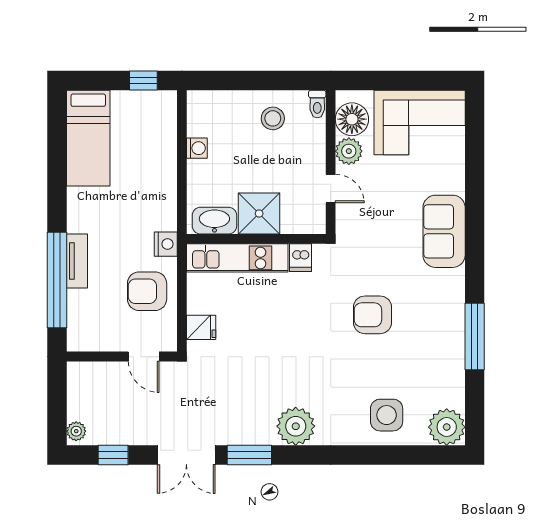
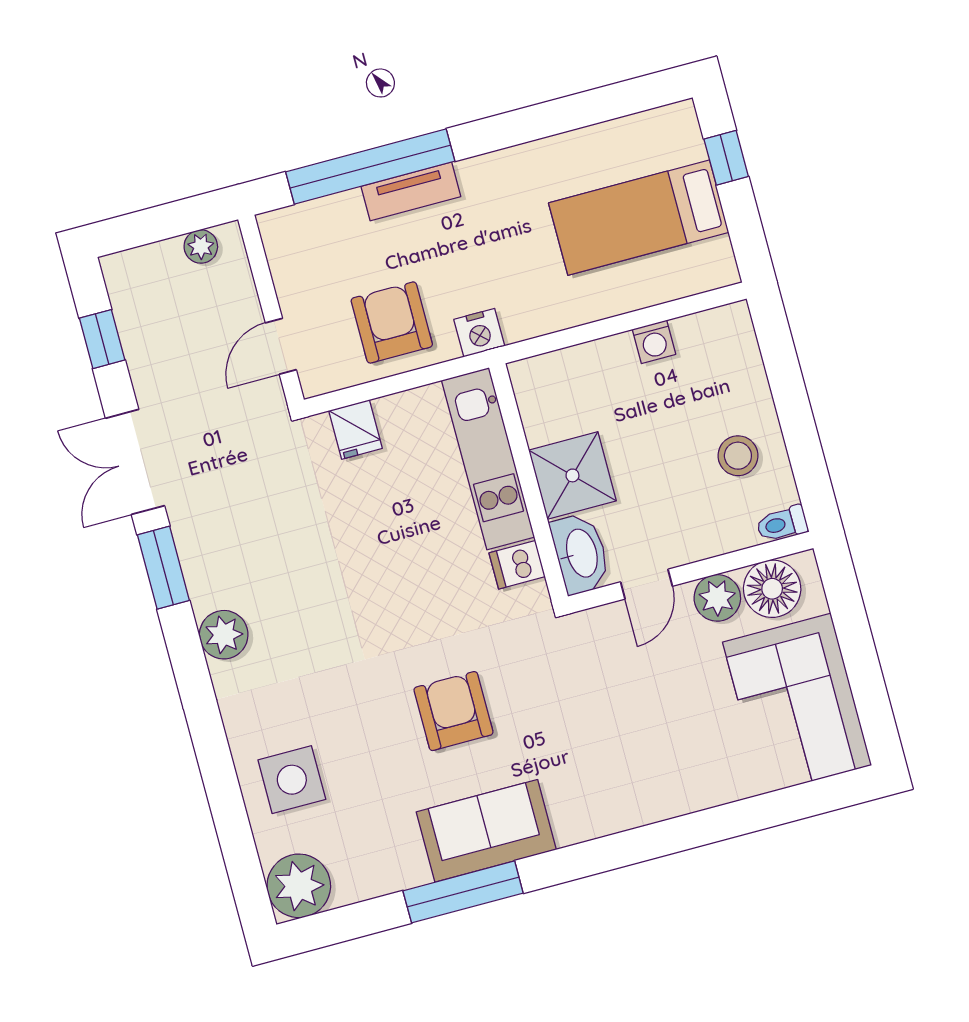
window: (143, 81) -> (726, 158), moved
bed: (88, 138) -> (639, 218), moved
washbasin: (214, 221) -> (581, 553), moved
sofa: (444, 231) -> (486, 831), moved
plant: (296, 426) -> (224, 635), width x0.73, depth x0.73
plant: (76, 431) -> (201, 246), moved

